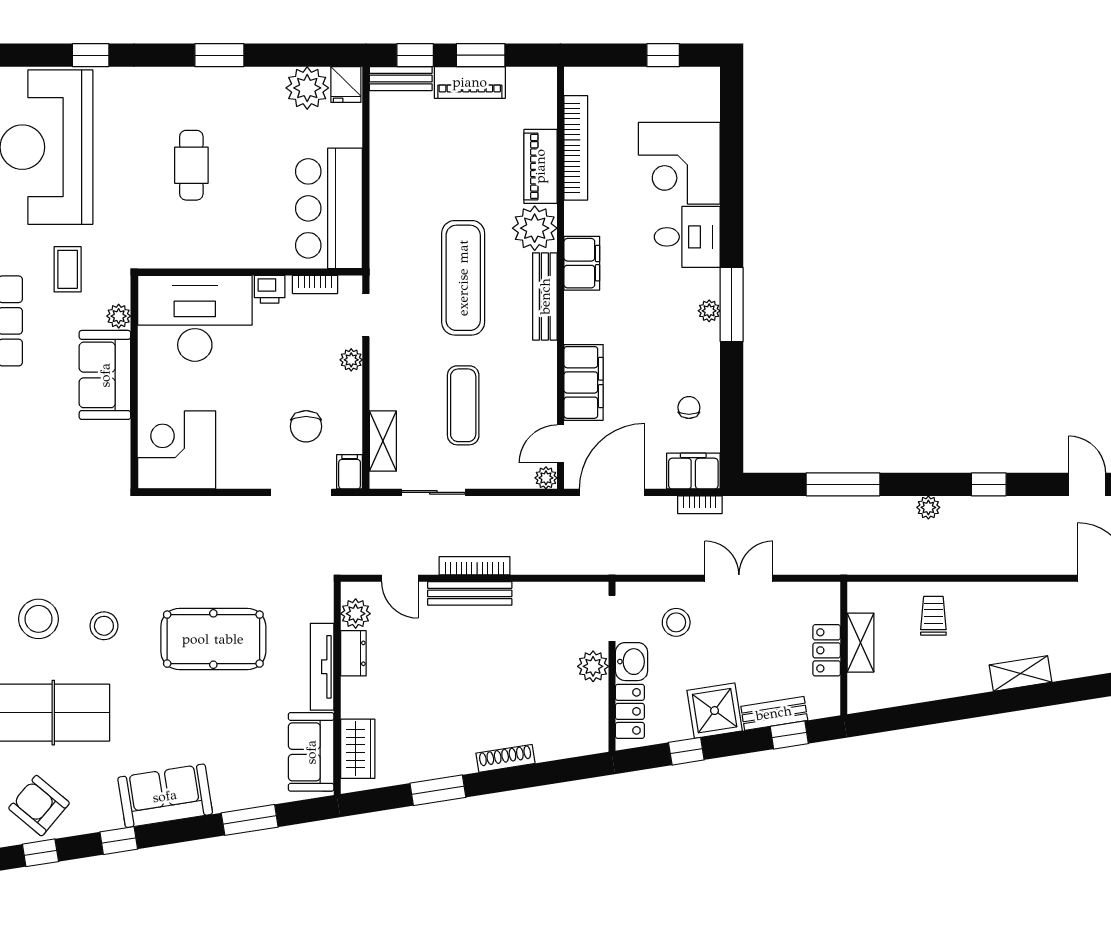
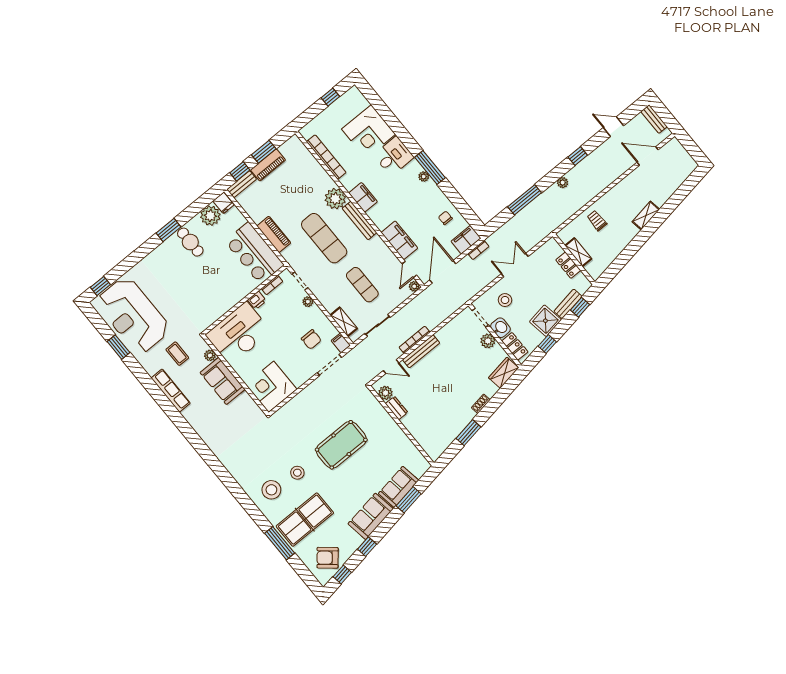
window: (91, 55) -> (100, 286), moved
cafe table: (191, 165) -> (190, 242), moved
piano: (540, 166) -> (274, 234), moved, turned 180
tv unit: (322, 667) -> (389, 422), removed
wardrobe: (358, 749) -> (504, 373), moved, turned -99
sofa: (311, 752) -> (399, 487), moved, turned 81
shoe rack: (505, 758) -> (481, 404), width x0.70

